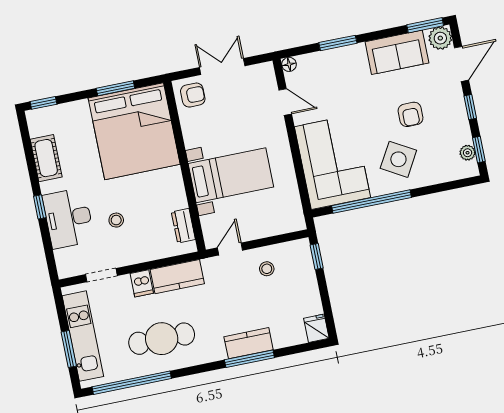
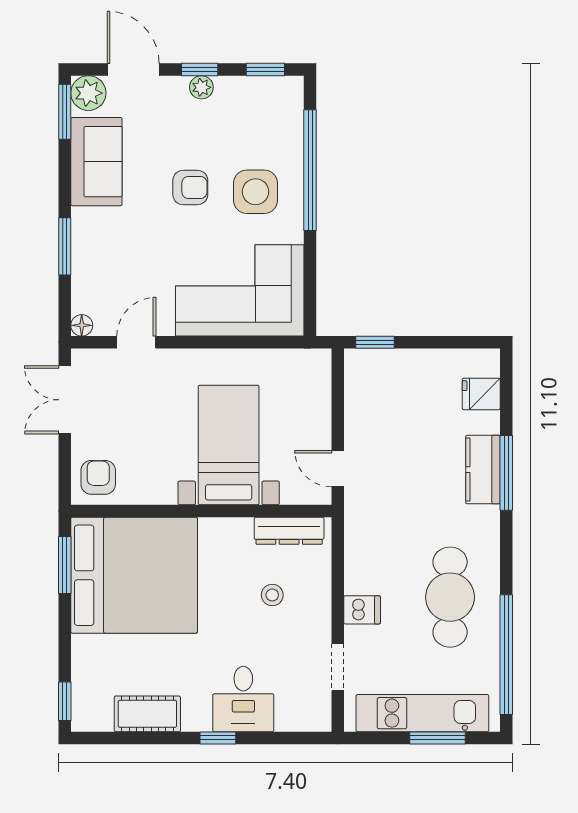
double door: (222, 67) -> (65, 400), moved
window: (115, 88) -> (65, 565), moved
armchair: (411, 114) -> (190, 187), moved
plant: (468, 153) -> (201, 87), moved
side table: (398, 159) -> (255, 192), turned -30
window: (371, 202) -> (310, 170), moved
desk: (68, 218) -> (243, 699), width x0.73
stool: (116, 220) -> (272, 595), moved
dresser: (183, 226) -> (289, 531), width x1.44
stool: (267, 269) -> (378, 420), removed
kitchen counter: (177, 277) -> (363, 555), removed
fridge: (316, 328) -> (481, 394), moved

